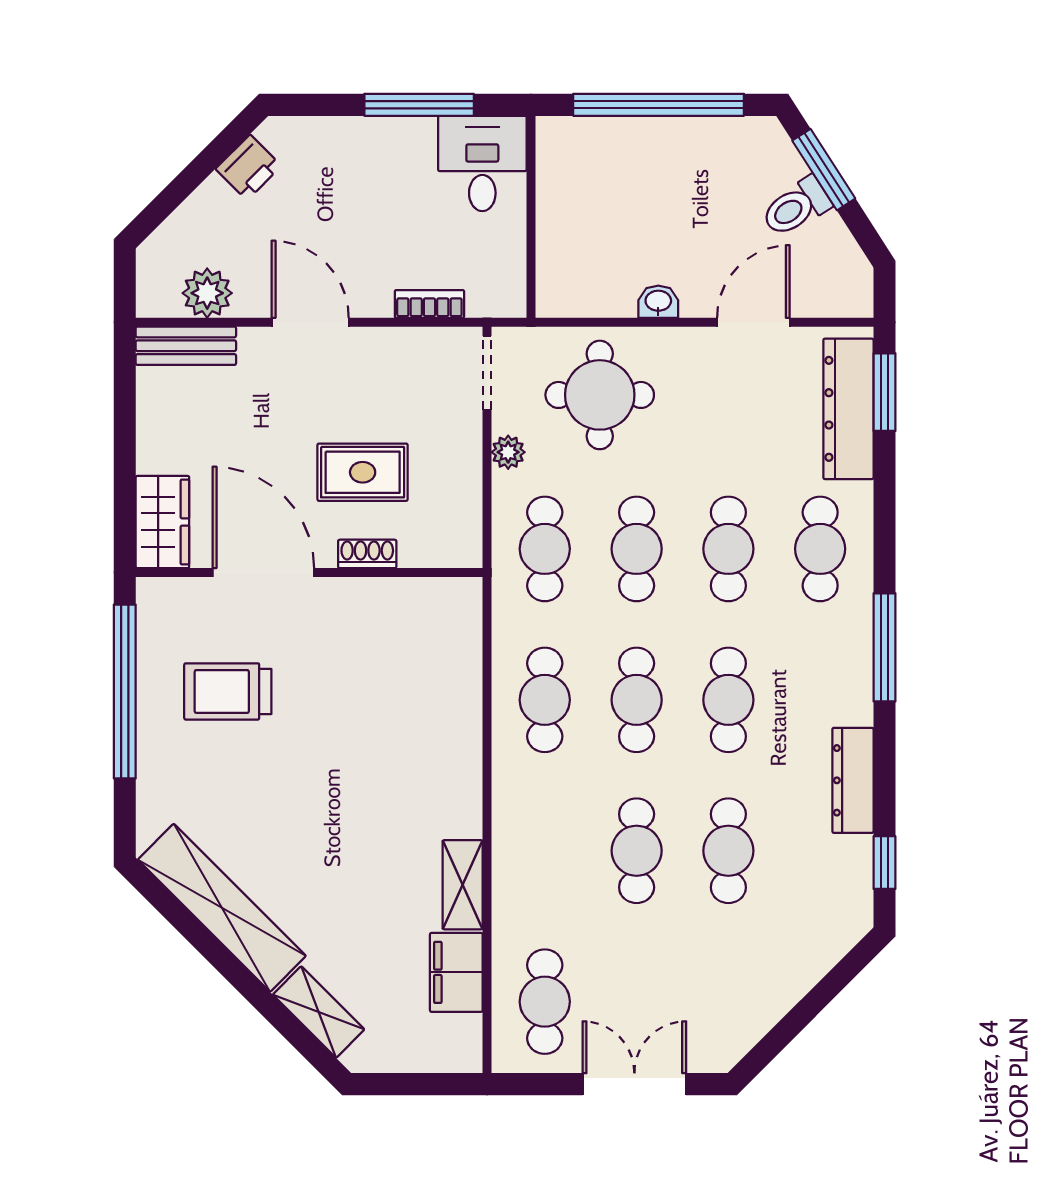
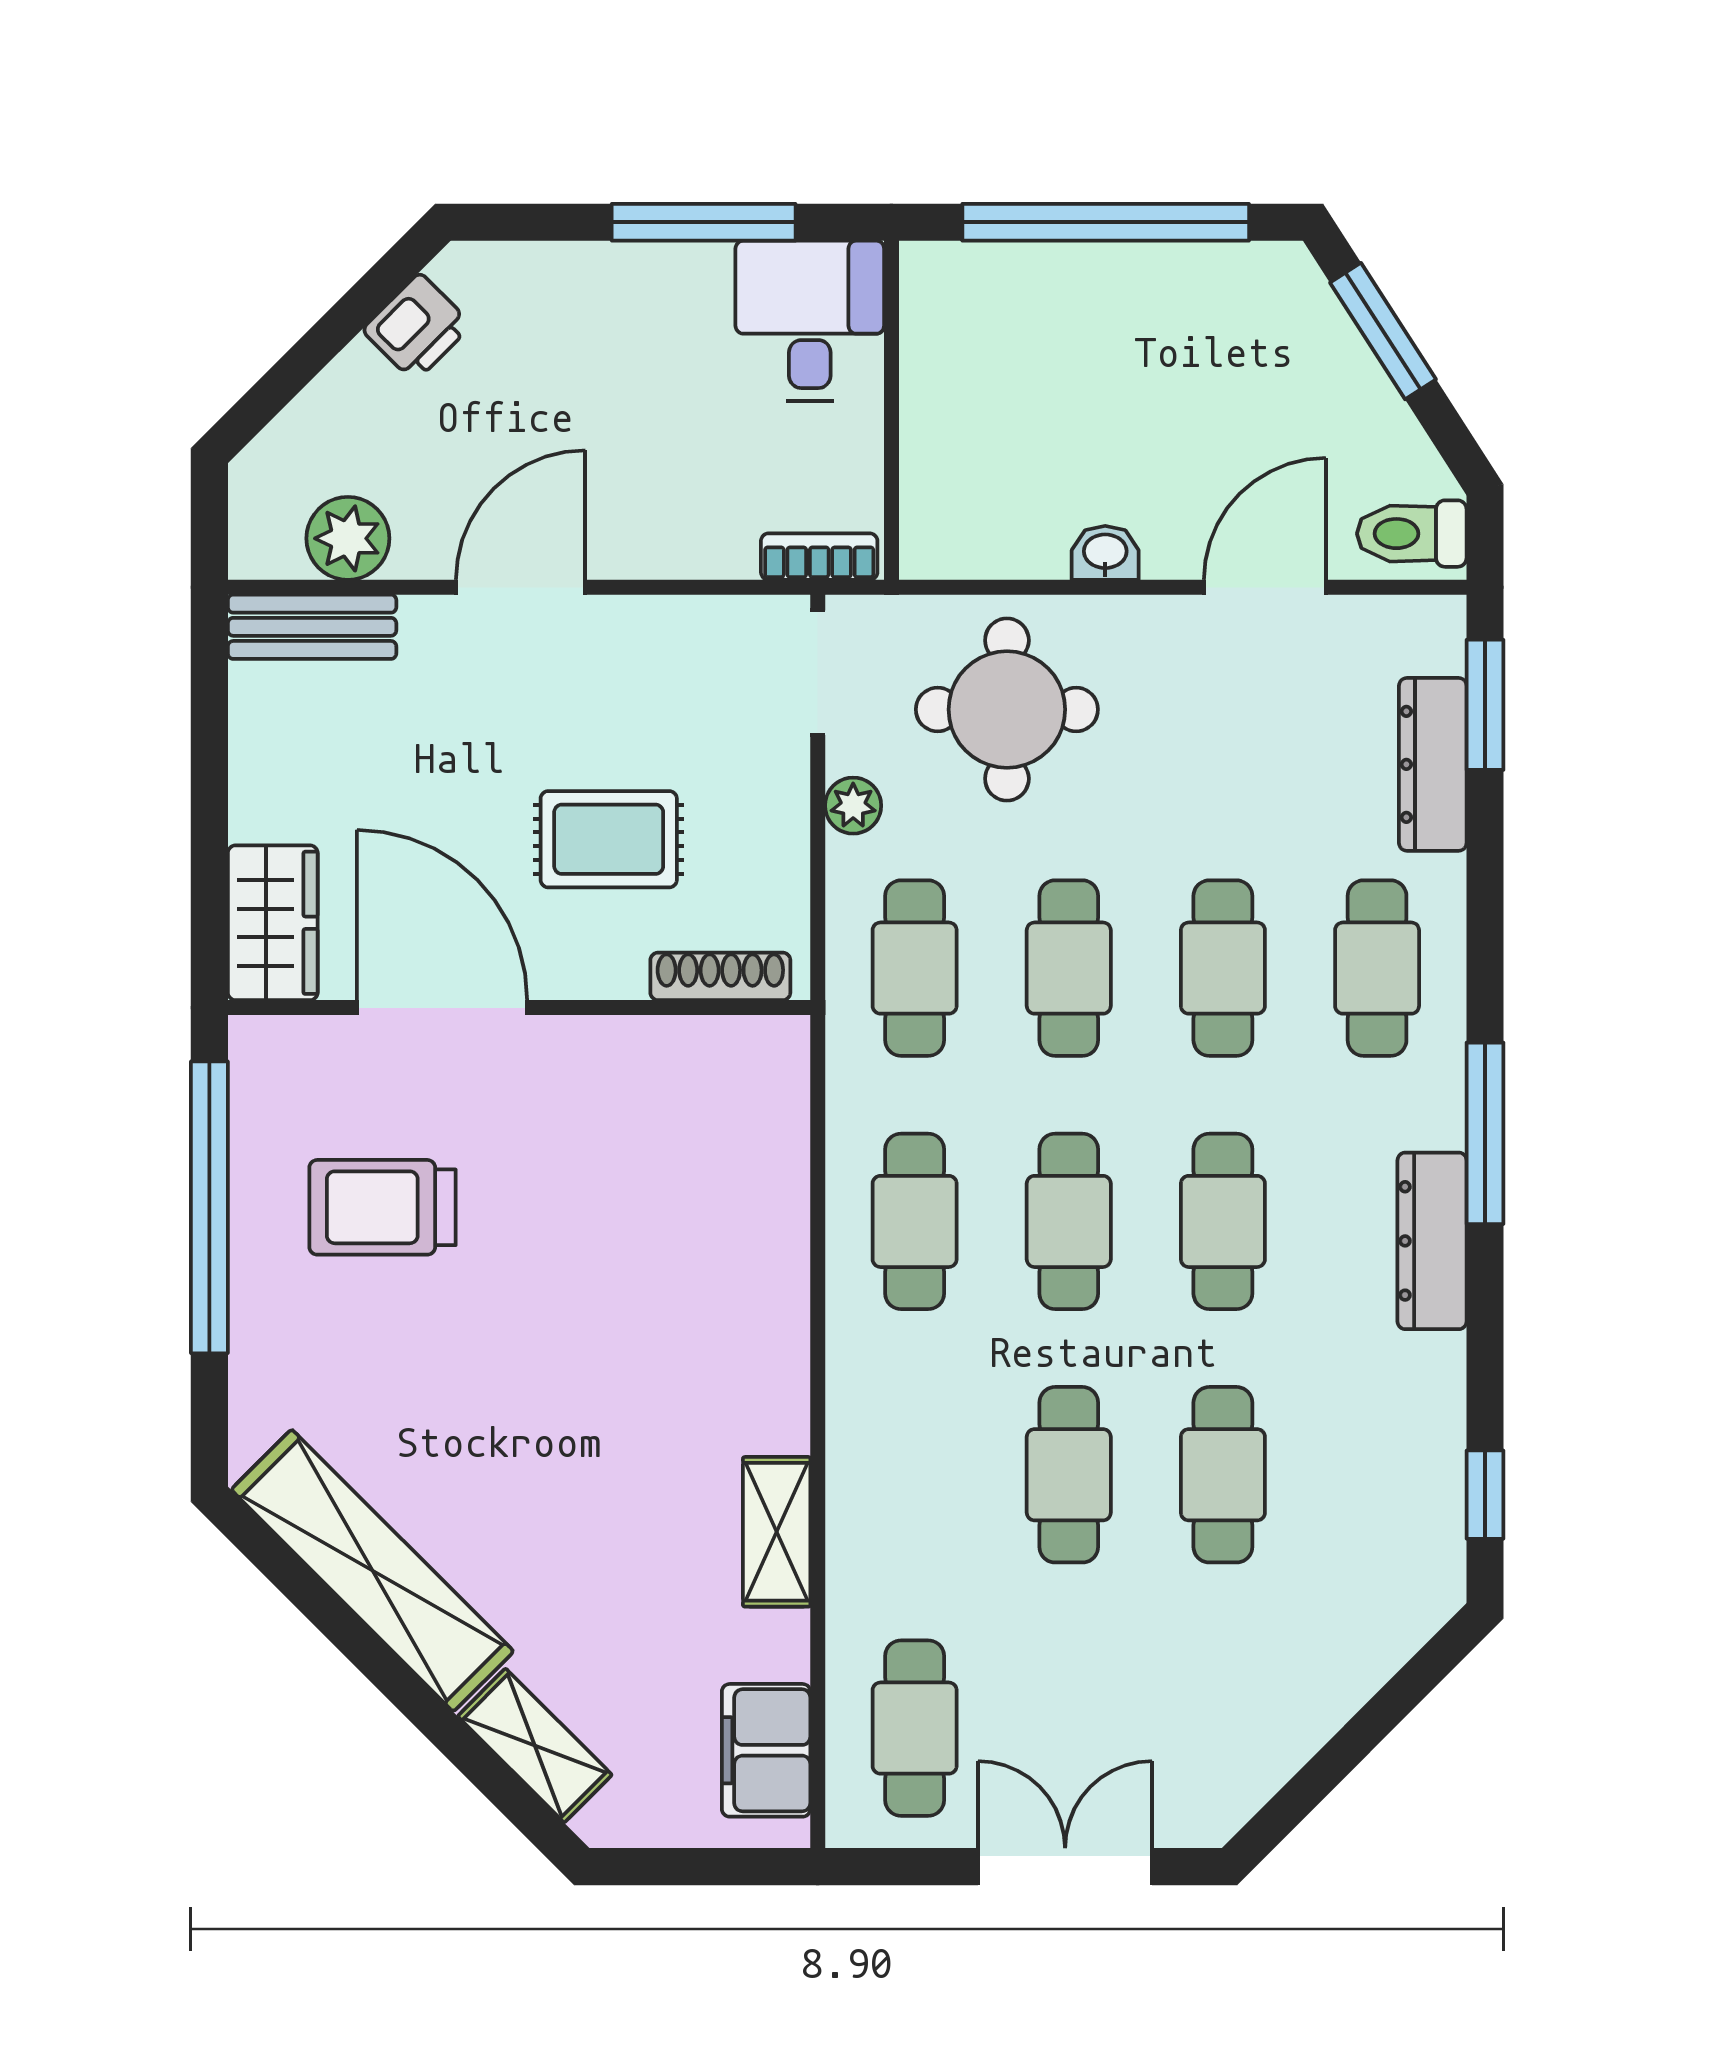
toilet: (796, 207) -> (1412, 534), moved, turned 33
bookcase: (429, 304) -> (819, 557), moved
door: (310, 322) -> (521, 587), hinge flipped
dresser: (848, 409) -> (1433, 764), width x0.73, depth x0.80
shoe rack: (367, 554) -> (720, 976), moved, width x1.43
dresser: (853, 780) -> (1432, 1241), moved
filing cabinet: (456, 972) -> (766, 1750), moved

